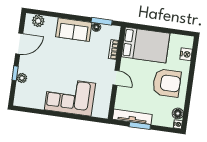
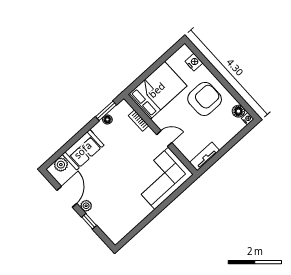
sofa: (74, 30) -> (83, 150), moved
plant: (22, 78) -> (86, 206), moved
corner sofa: (70, 96) -> (162, 178), moved
tv unit: (132, 117) -> (205, 156), width x0.71
window: (140, 126) -> (222, 152), removed

